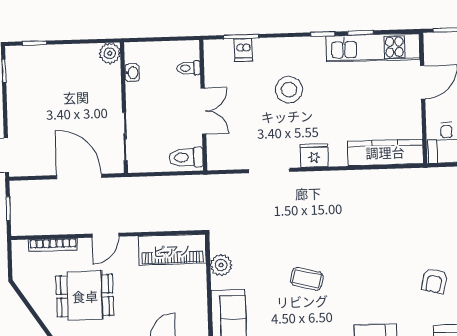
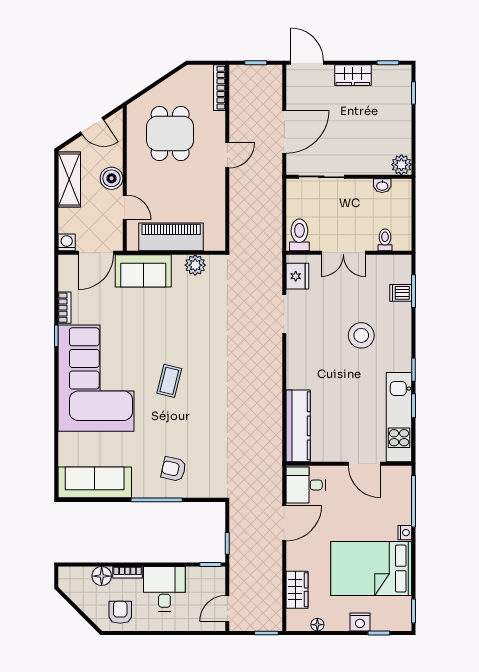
wardrobe: (18, 107) -> (353, 75), added
fridge: (314, 155) -> (297, 276), moved
door: (105, 235) -> (227, 155), swing flipped
bookcase: (53, 245) -> (220, 88), moved
piano: (172, 250) -> (171, 237), moved, turned 90
coffee table: (307, 279) -> (169, 381), moved

